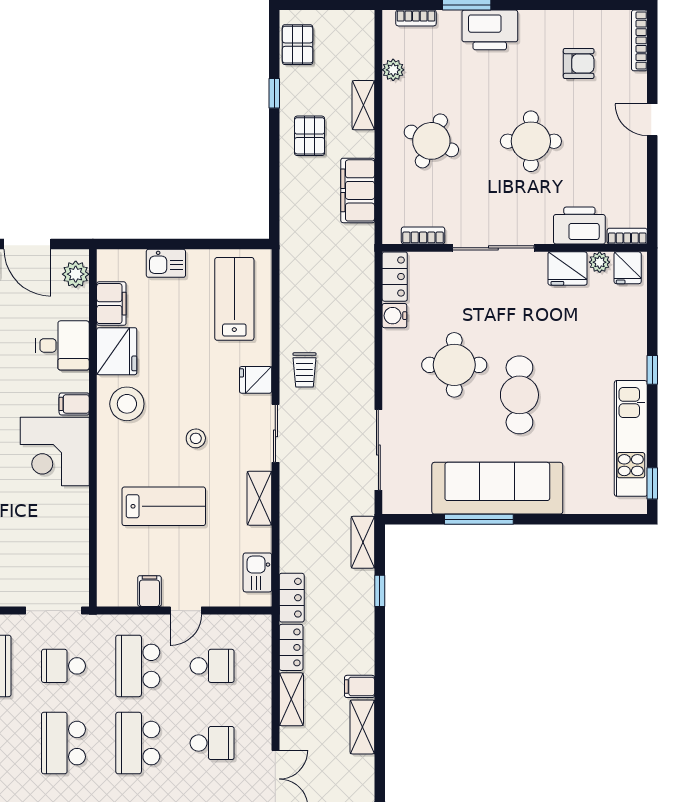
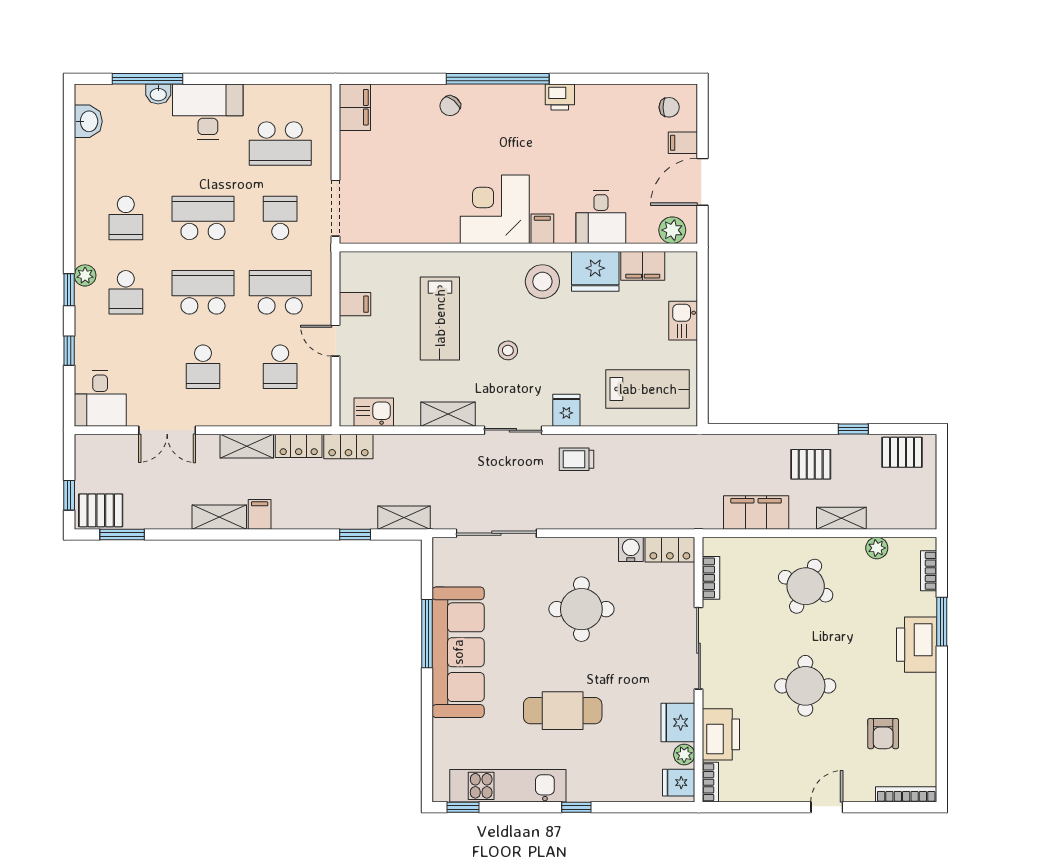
cafe table: (519, 395) -> (563, 711), moved

